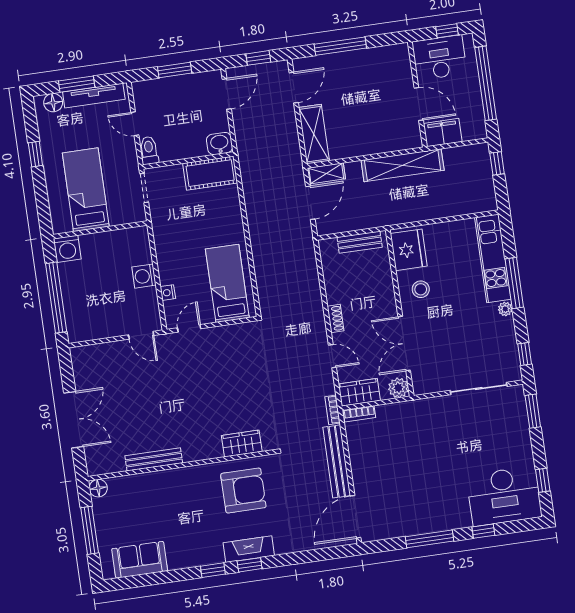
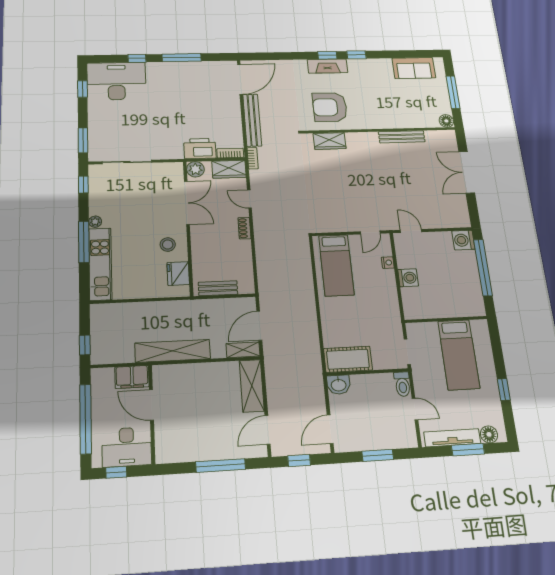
washing machine: (67, 249) -> (463, 240), moved, turned -90
fridge: (409, 250) -> (178, 274), width x0.73, depth x0.75
printer: (396, 416) -> (200, 149), added

